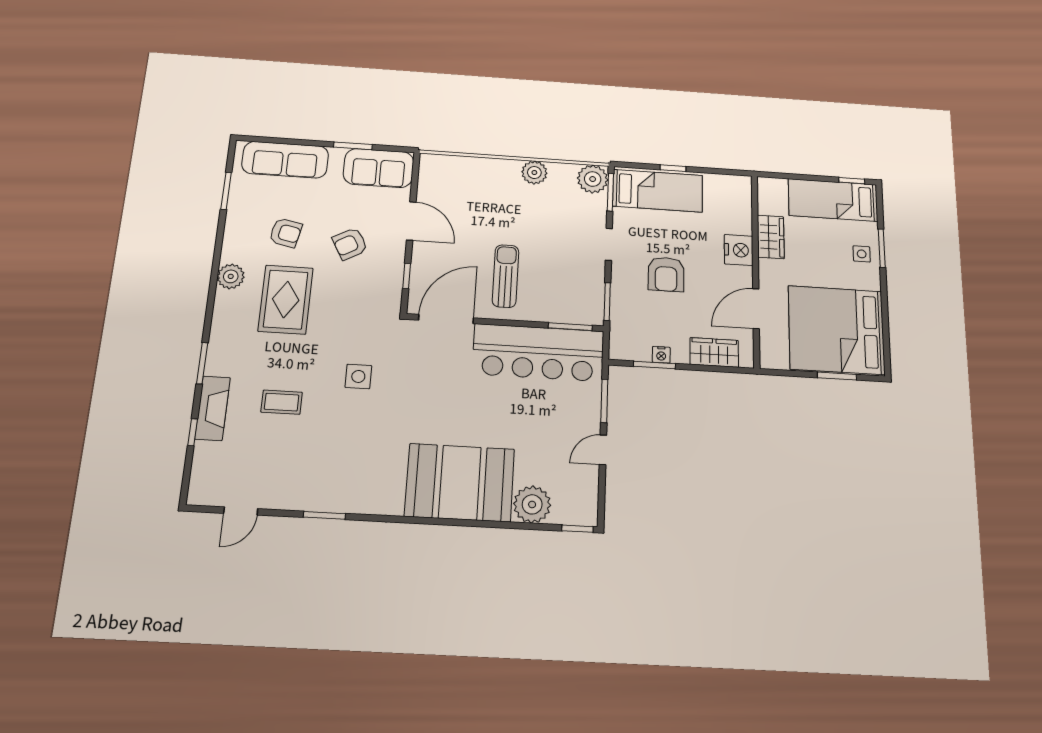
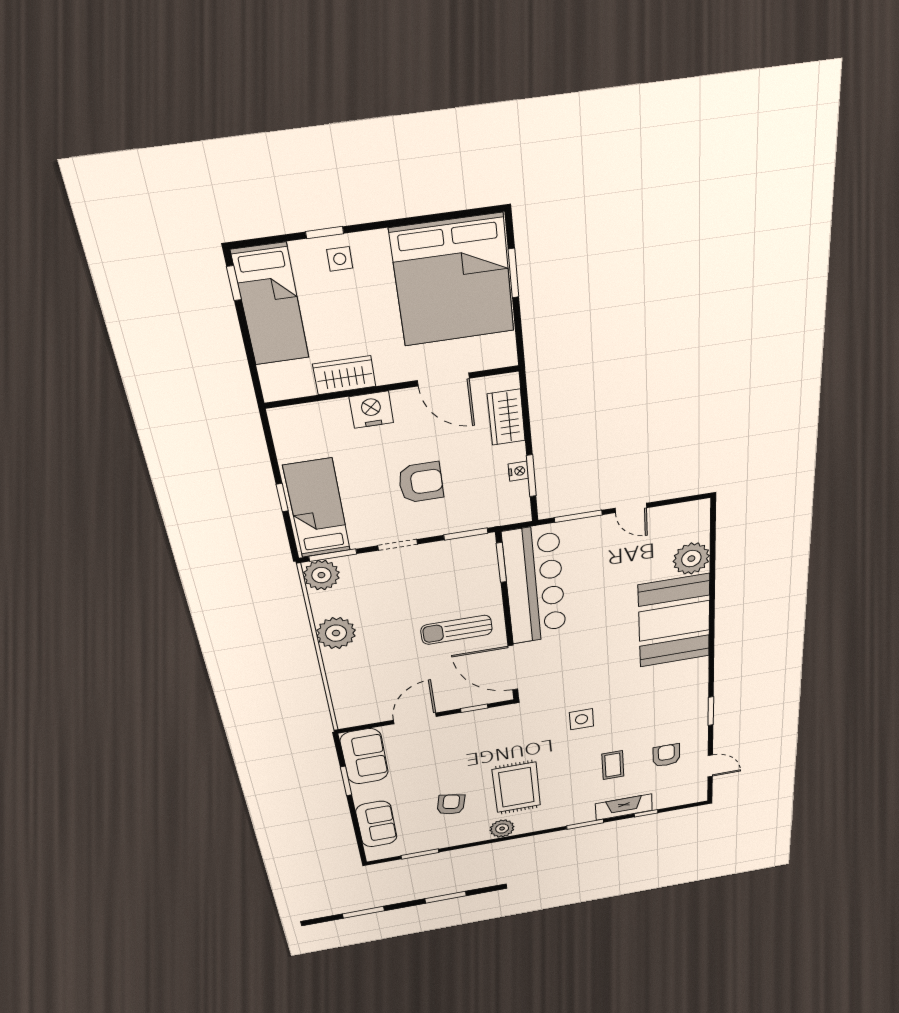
sofa: (285, 160) -> (376, 824), width x0.73
plant: (534, 173) -> (336, 633), width x1.36, depth x1.36
armchair: (350, 244) -> (666, 755), moved, turned -151
window: (882, 248) -> (325, 233), width x0.67
rug: (286, 300) -> (516, 787), turned 90
window: (577, 529) -> (713, 515), removed

